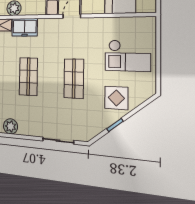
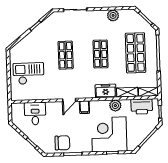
display table: (116, 98) -> (35, 44), removed

